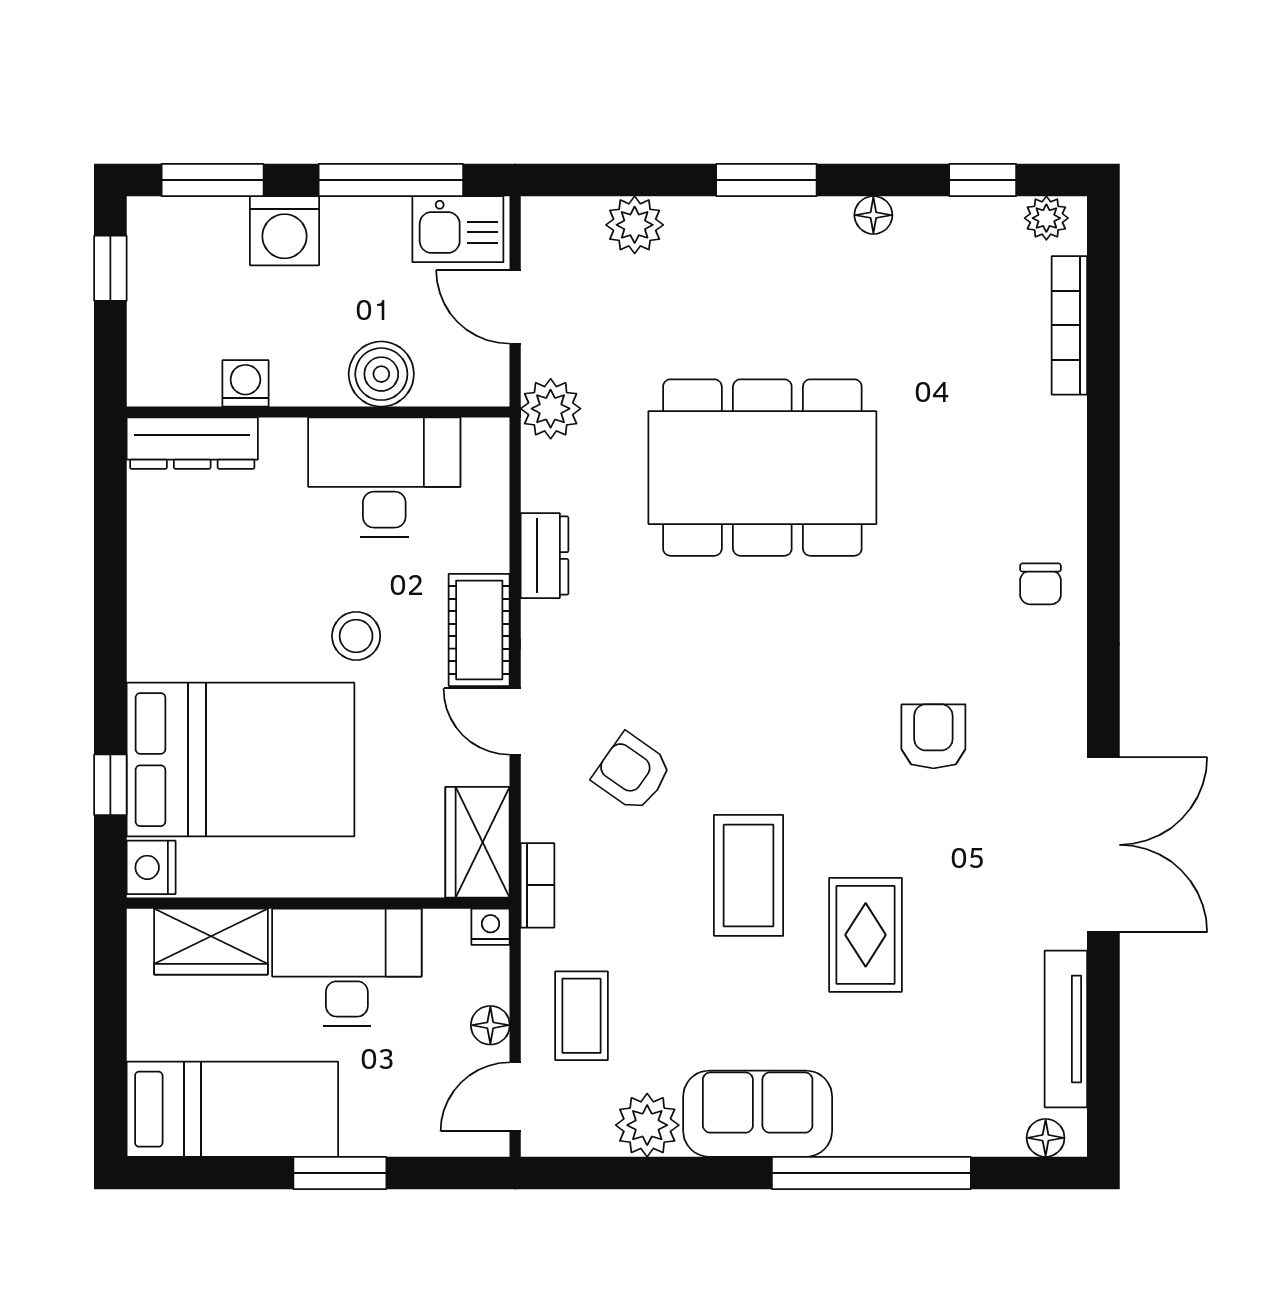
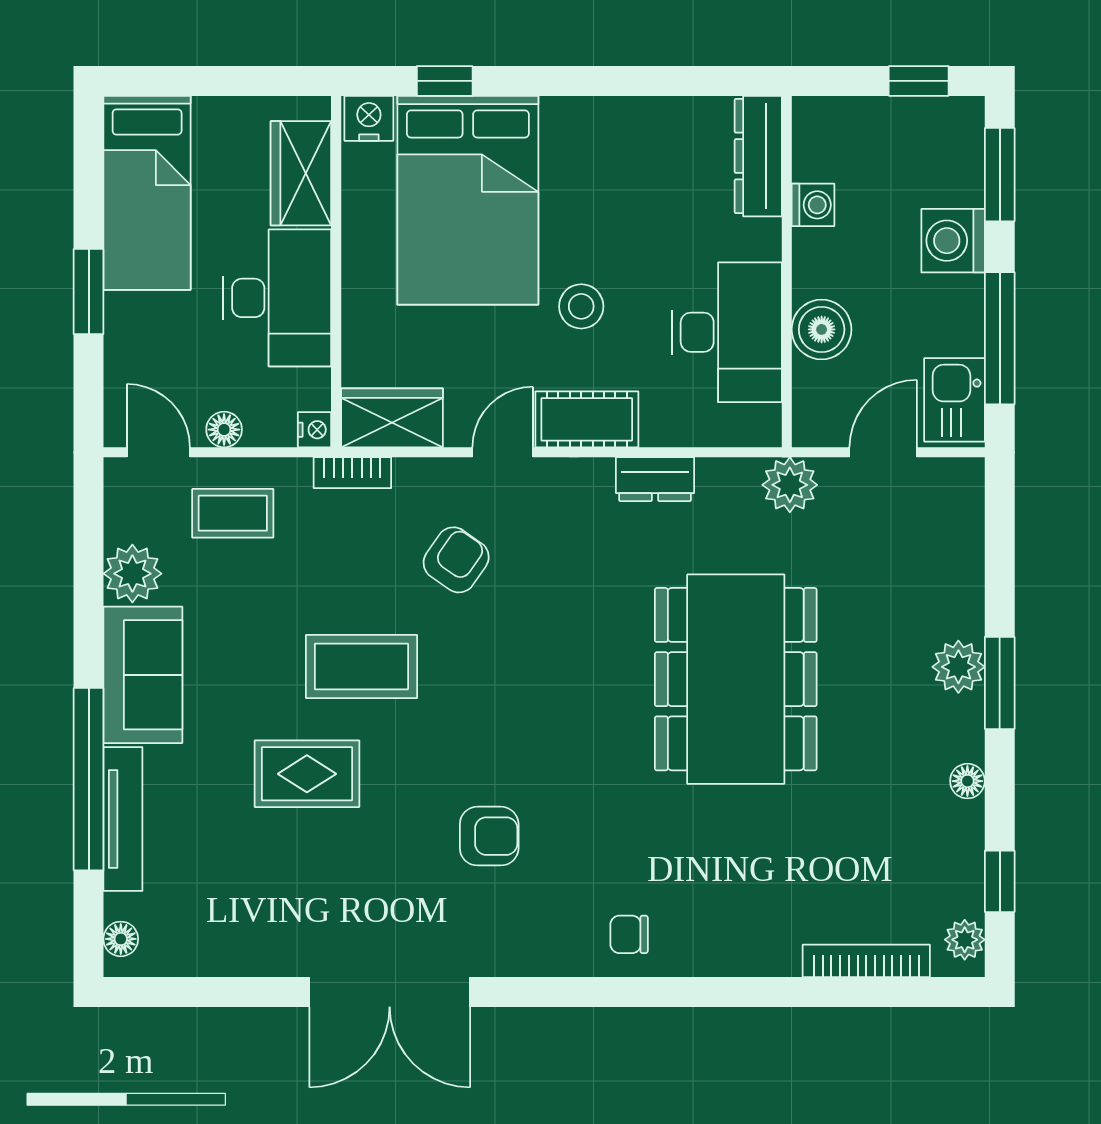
plant: (635, 225) -> (958, 667), moved
tv unit: (1066, 1029) -> (123, 819), moved, turned 90

